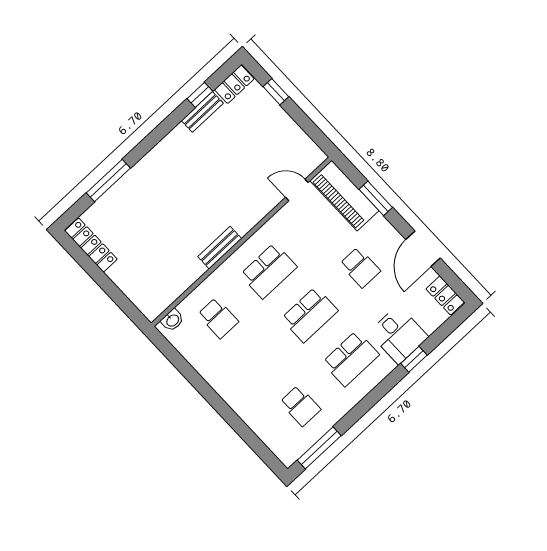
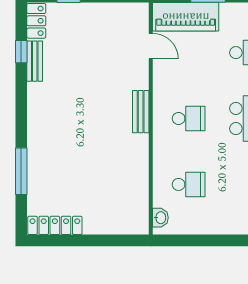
door: (297, 190) -> (151, 46), swing flipped
bench: (220, 248) -> (141, 112), moved
school desk: (269, 271) -> (189, 119), width x0.54

